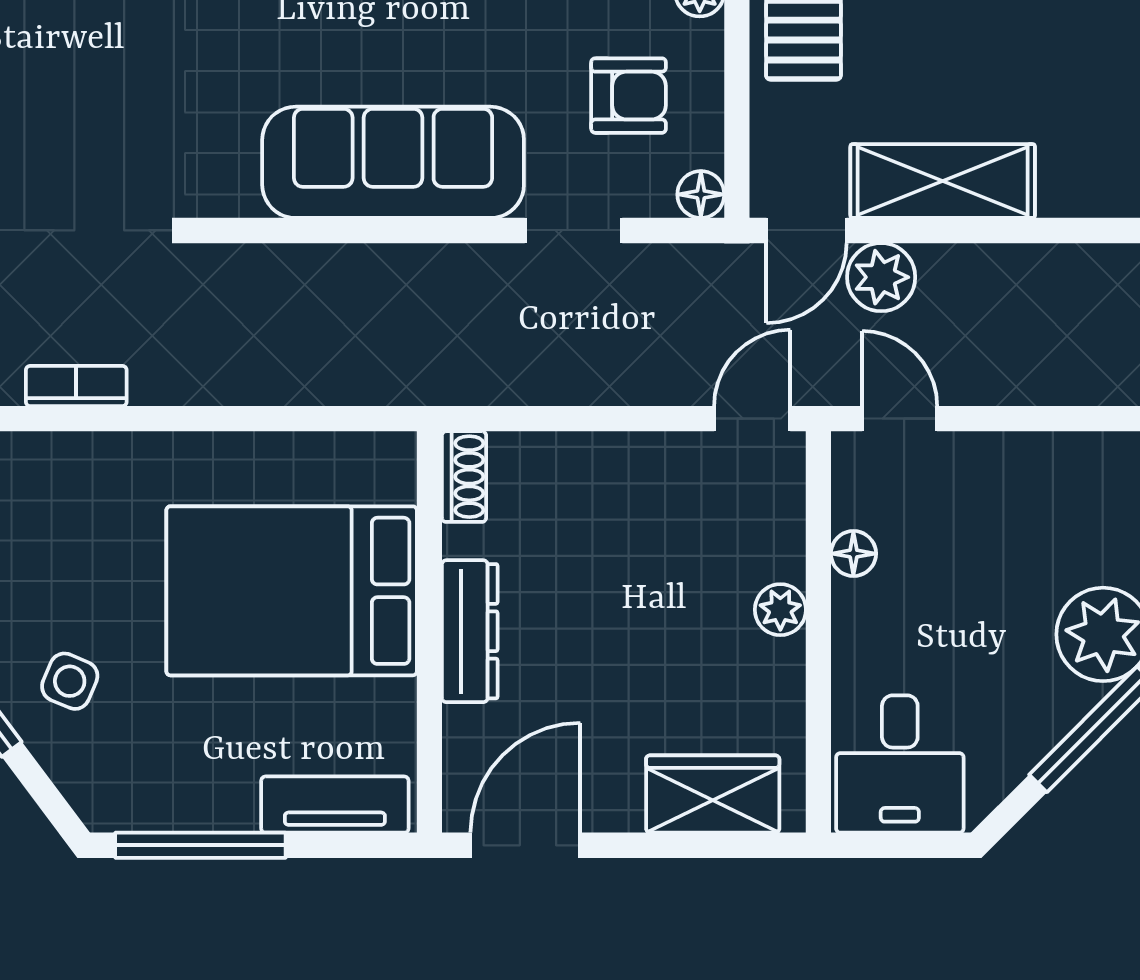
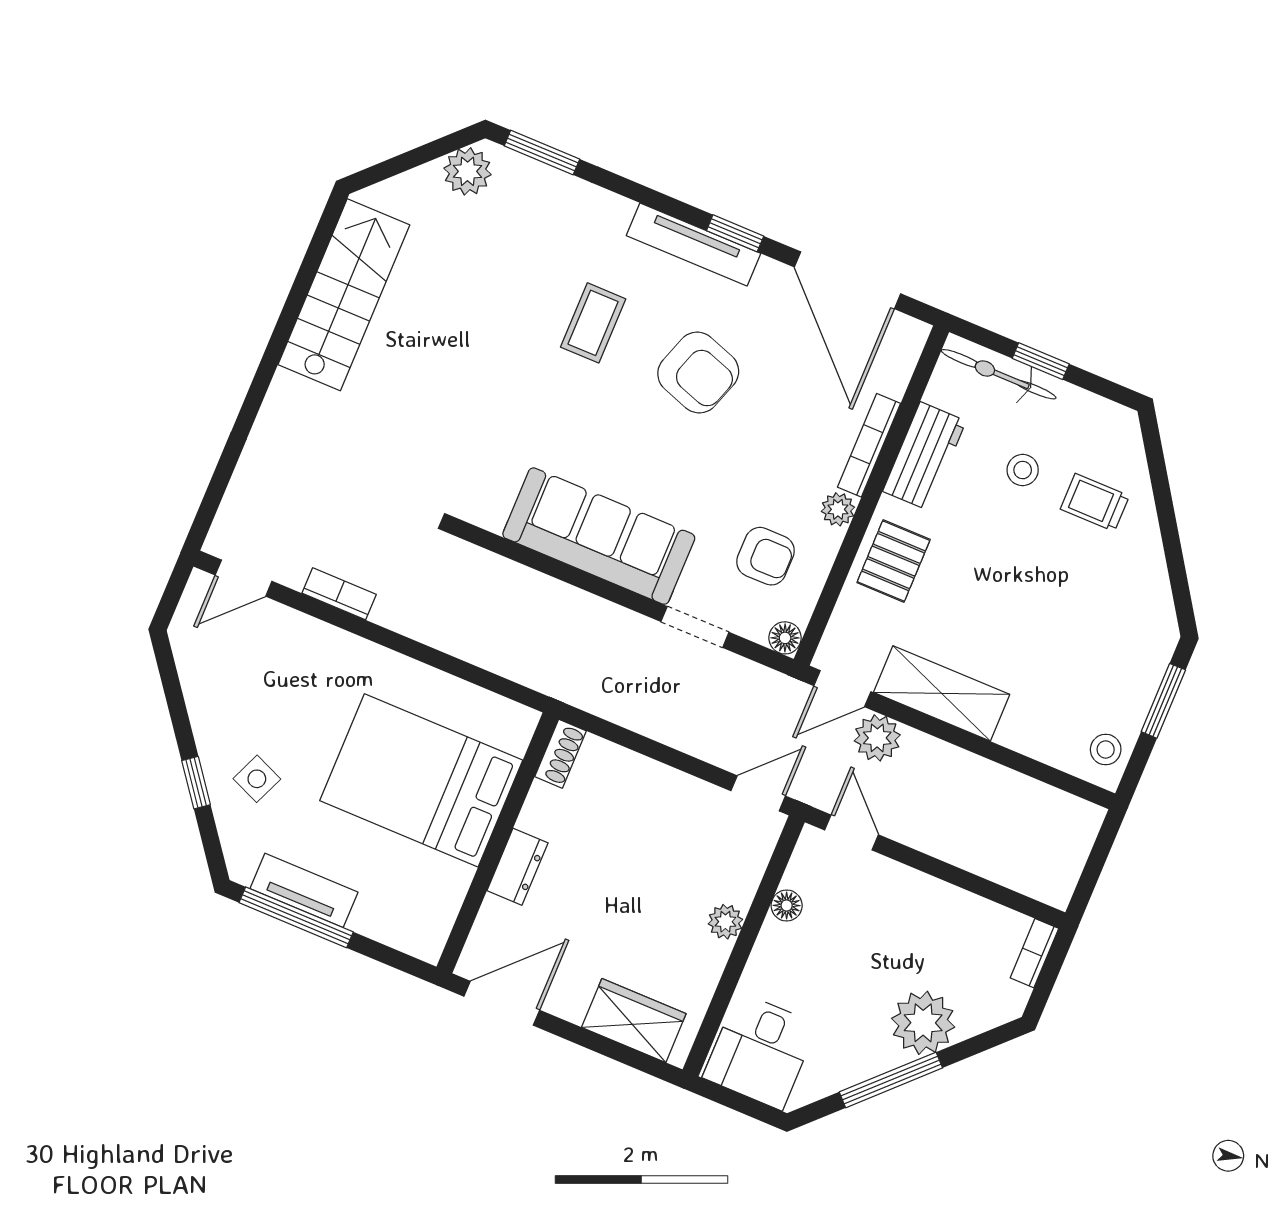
dresser: (470, 631) -> (517, 867), width x0.70
tv unit: (335, 805) -> (304, 890), moved

